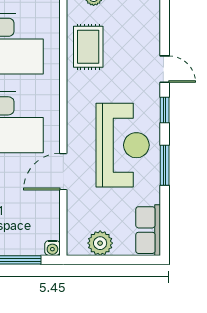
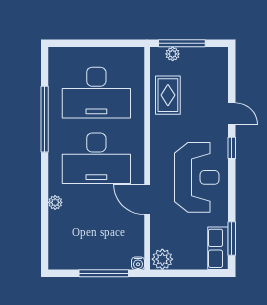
window: (165, 165) -> (232, 238), moved
door: (63, 172) -> (147, 199), hinge flipped
plant: (100, 243) -> (162, 259), moved

